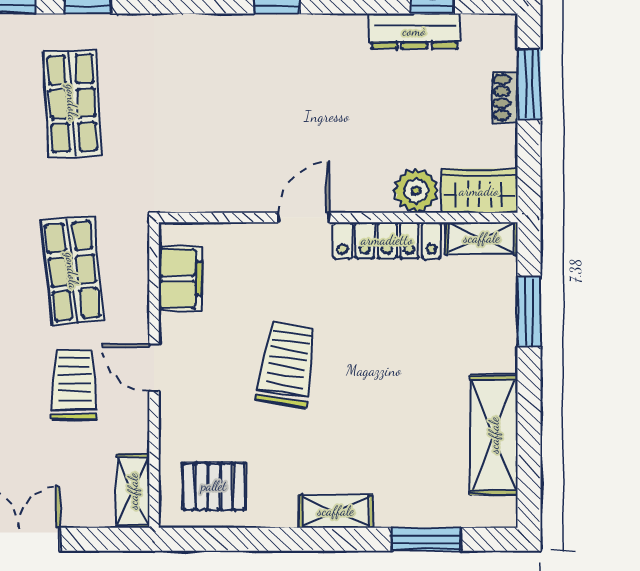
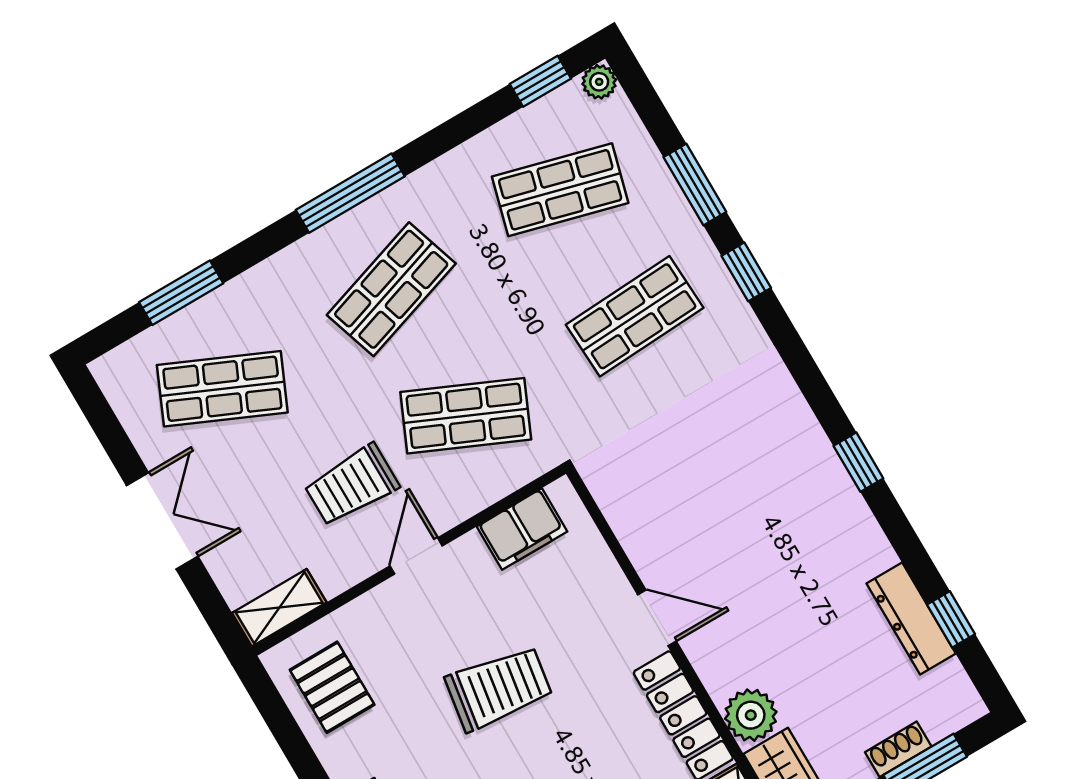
shop shelf: (72, 271) -> (466, 416), turned 30
trolley: (74, 384) -> (352, 485), turned 180

